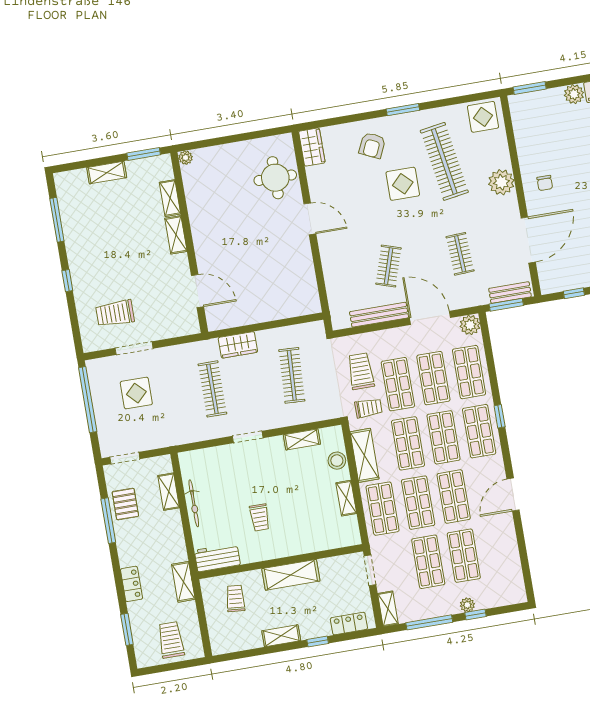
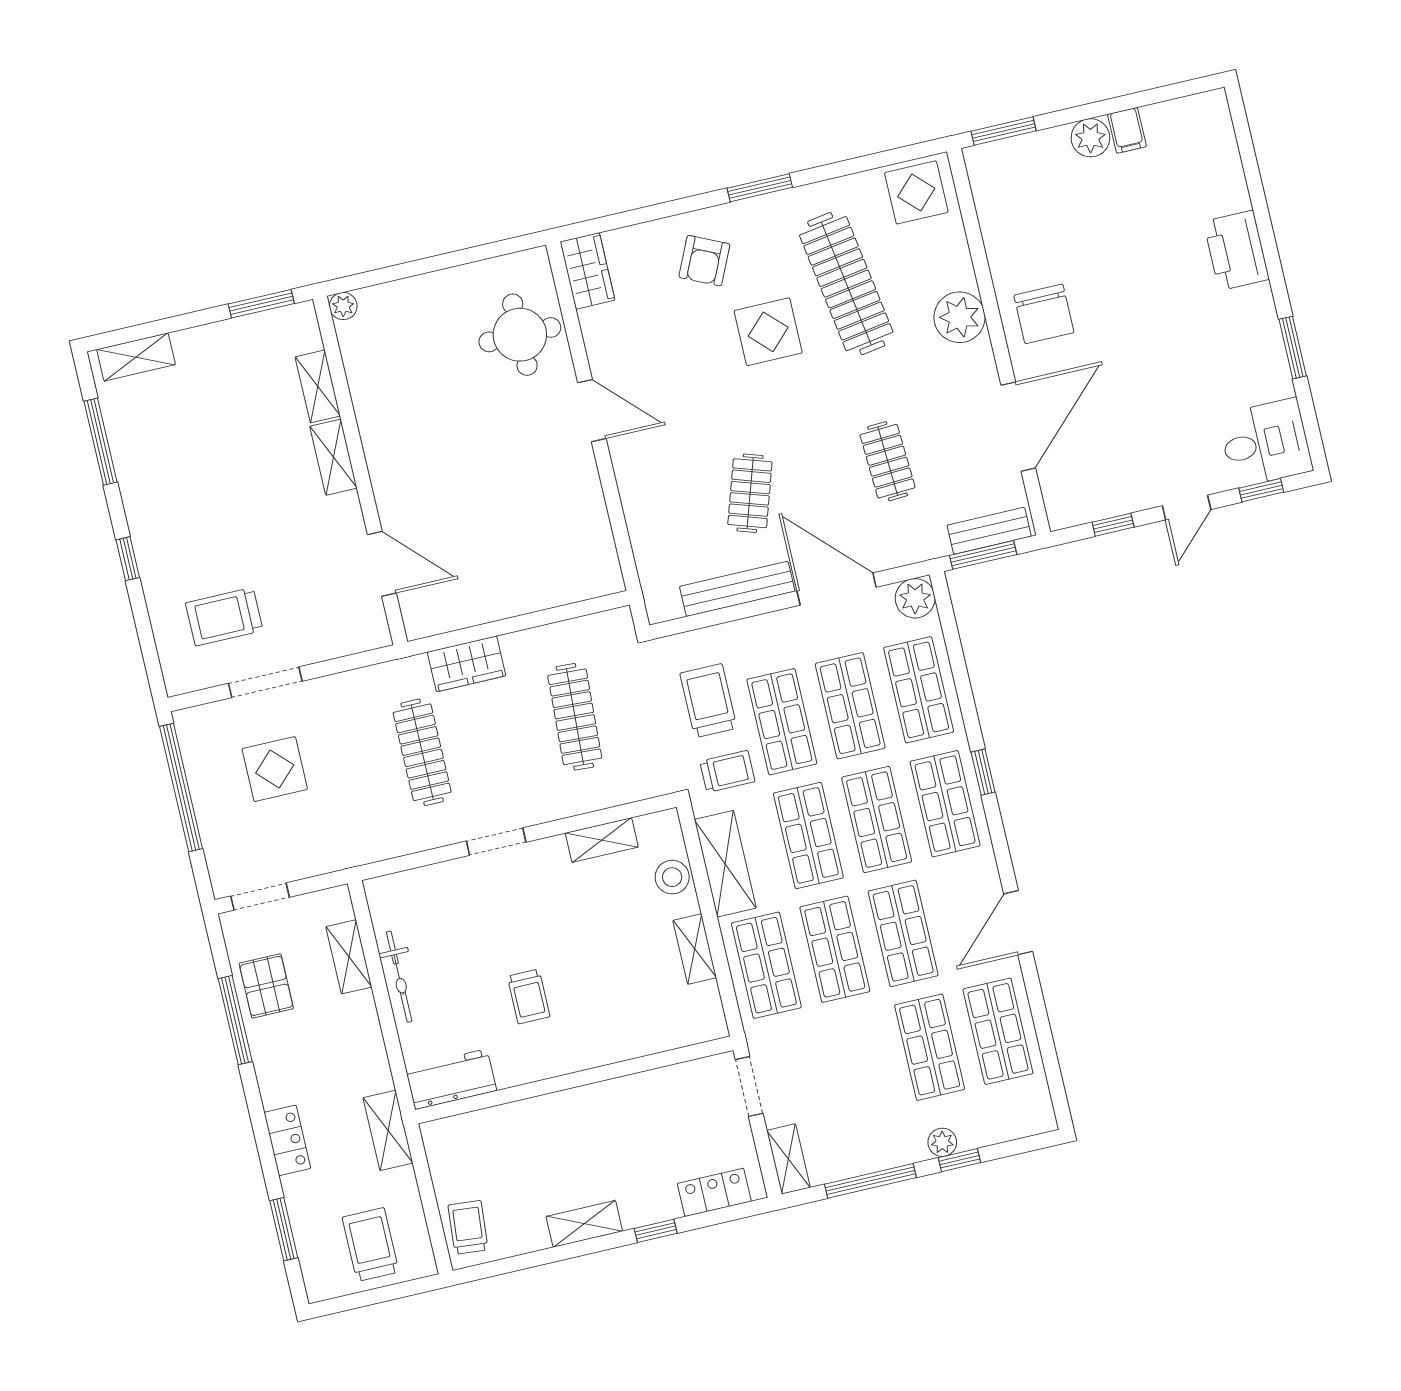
shelving: (107, 173) -> (136, 357), moved
chair: (545, 183) -> (1044, 314), width x1.87, depth x1.87
shop shelf: (428, 562) -> (998, 1031), moved
shelving: (291, 575) -> (596, 1104), removed
trolley: (235, 598) -> (468, 1227), moved

